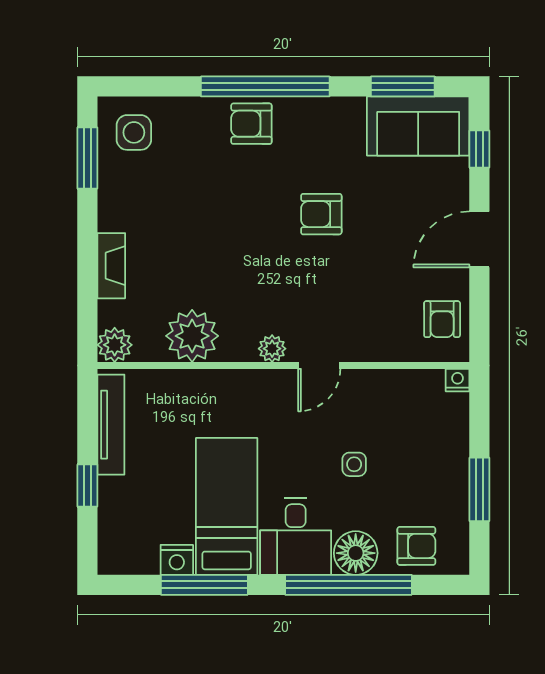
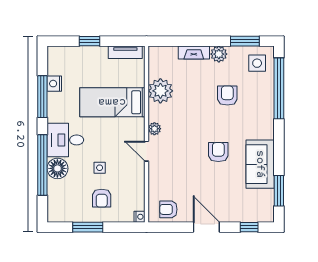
window: (265, 86) -> (279, 88), moved
armchair: (251, 124) -> (227, 96), moved
sofa: (418, 126) -> (260, 164), moved
plant: (115, 345) -> (219, 54), moved
tv unit: (111, 425) -> (125, 52), width x0.71
bed: (227, 506) -> (112, 102), moved, turned 180
armchair: (416, 546) -> (102, 198), moved

